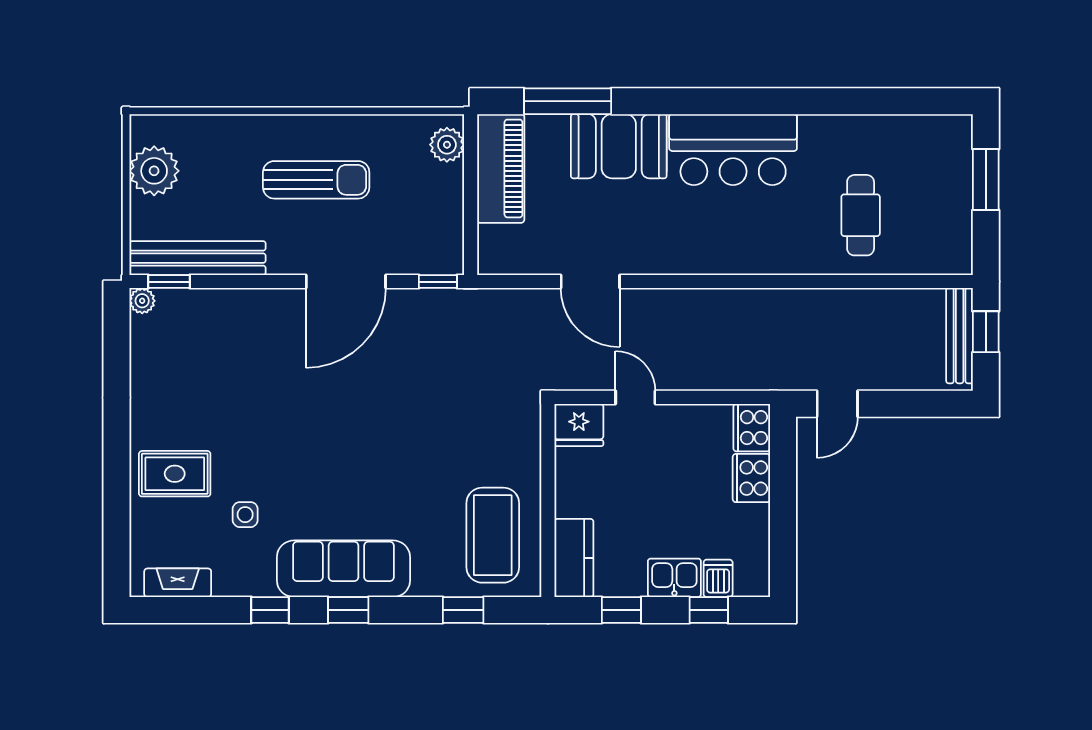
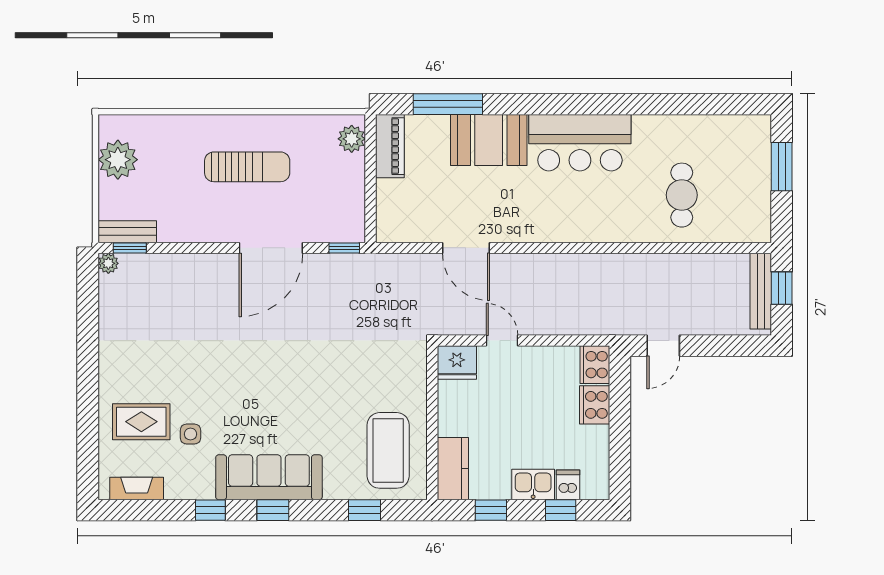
piano: (501, 168) -> (390, 146), width x0.73, depth x0.75
bench: (198, 258) -> (127, 232), width x0.54, depth x0.82
rug: (175, 474) -> (141, 422), moved

